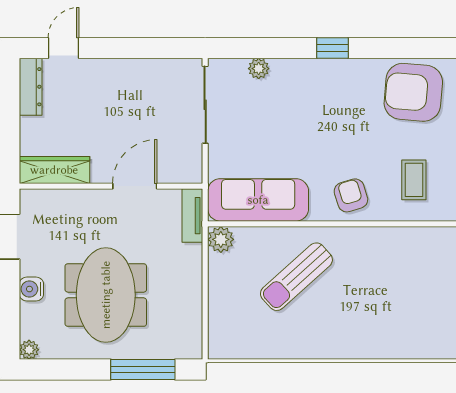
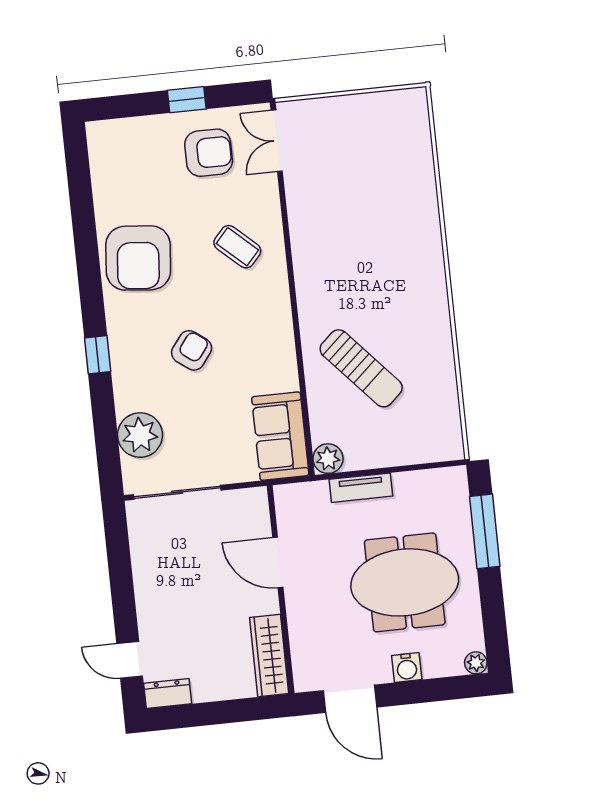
plant: (259, 69) -> (140, 435), width x1.88, depth x1.88
dresser: (31, 87) -> (168, 694), width x0.70
coffee table: (414, 180) -> (237, 247), turned 42
armchair: (351, 195) -> (192, 350), moved, turned 144
sofa: (258, 200) -> (280, 436), width x0.73
tv unit: (192, 216) -> (361, 488), moved

